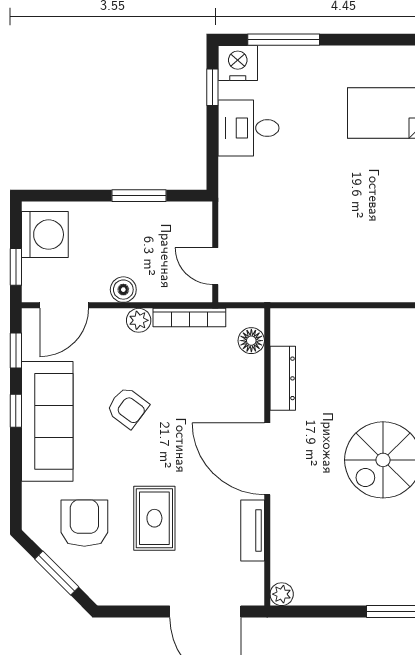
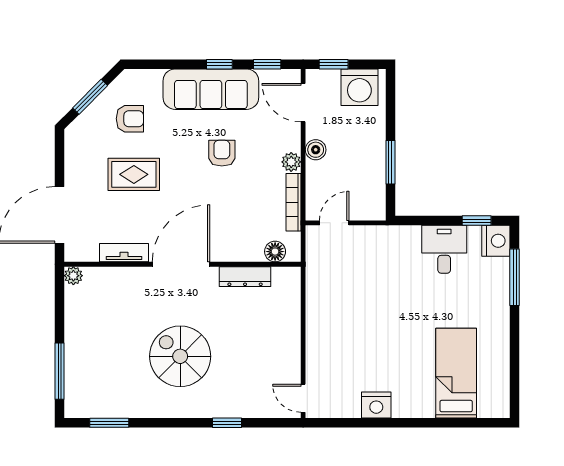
armchair: (128, 408) -> (222, 153), turned 143
armchair: (84, 523) -> (130, 119), width x0.72, depth x0.72

